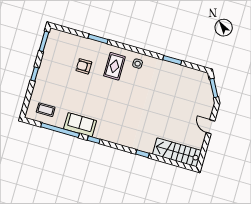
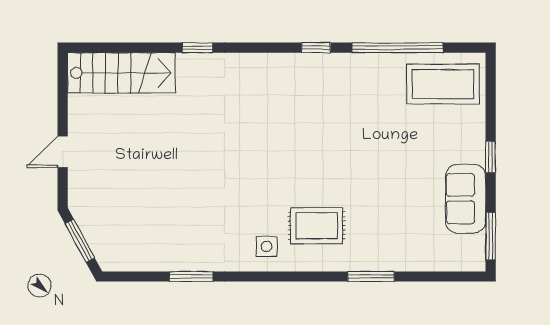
armchair: (84, 66) -> (385, 206), removed
rug: (114, 66) -> (317, 226), turned 90
coffee table: (46, 110) -> (443, 84), width x1.86, depth x1.72
sofa: (80, 125) -> (466, 199), moved, turned 90
door: (210, 127) -> (63, 152), swing flipped

